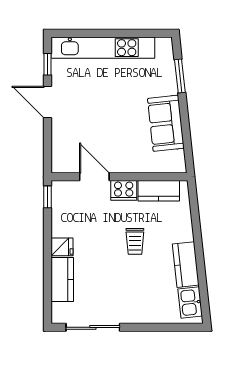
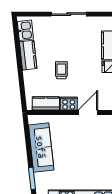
sofa: (166, 123) -> (41, 147), width x1.36
door: (94, 177) -> (88, 113), swing flipped
sliding door: (93, 327) -> (69, 14), moved

